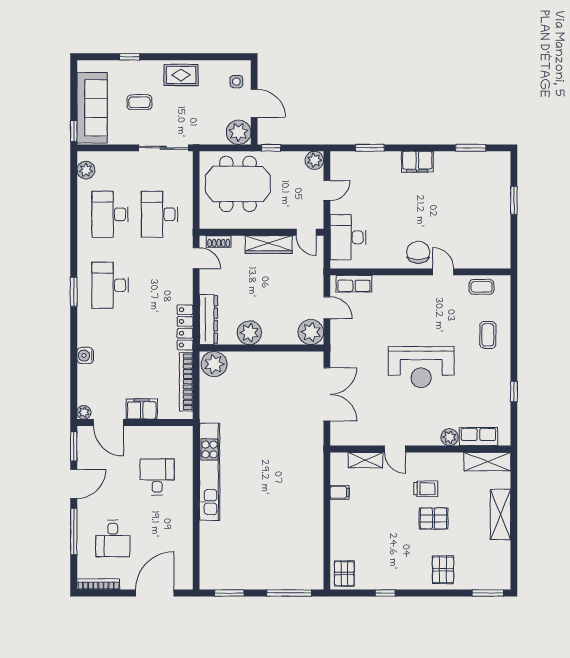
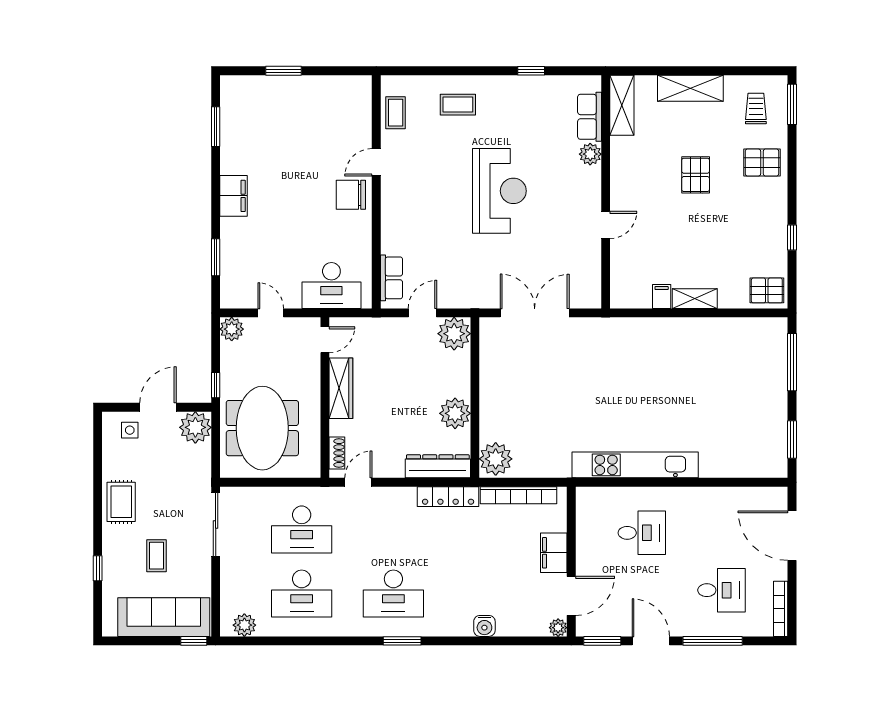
shelving: (365, 460) -> (695, 299), moved, turned 90
desk: (157, 477) -> (642, 533), turned 180
trolley: (426, 489) -> (756, 108), moved

